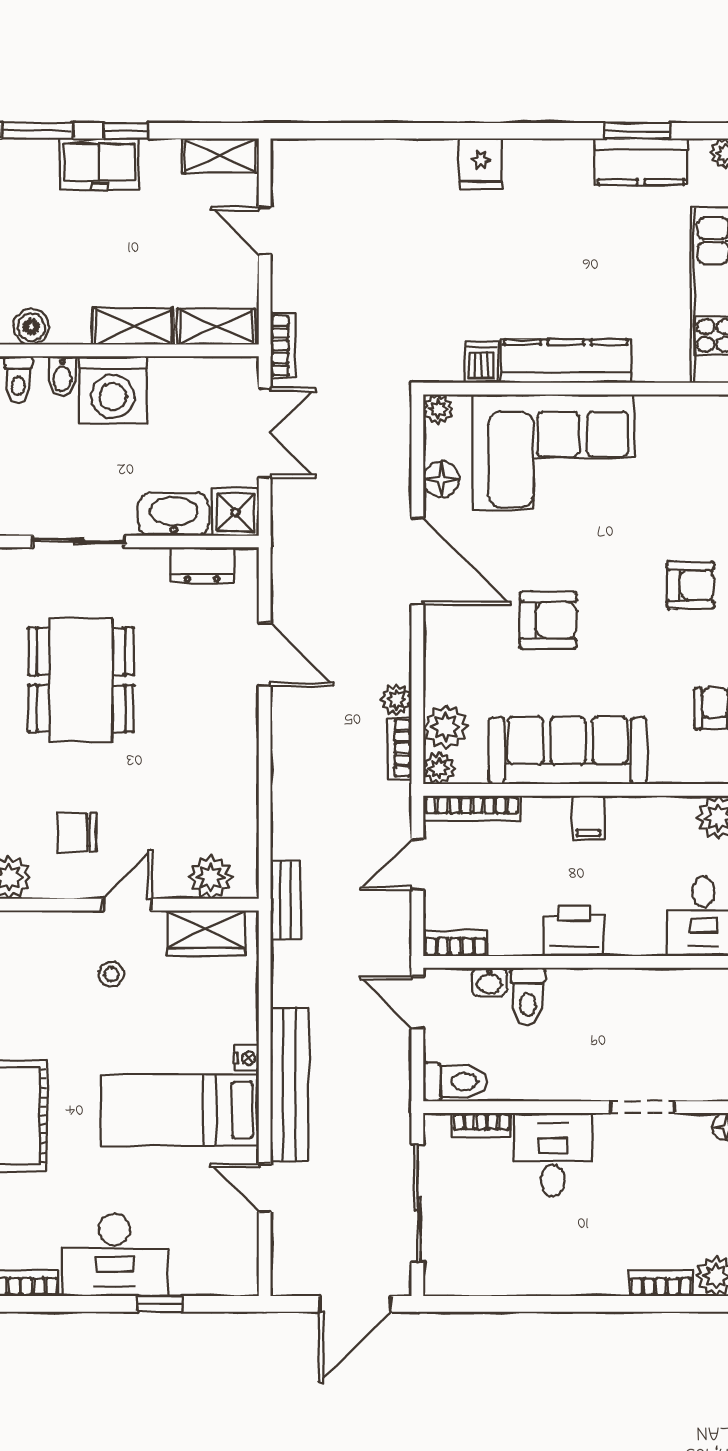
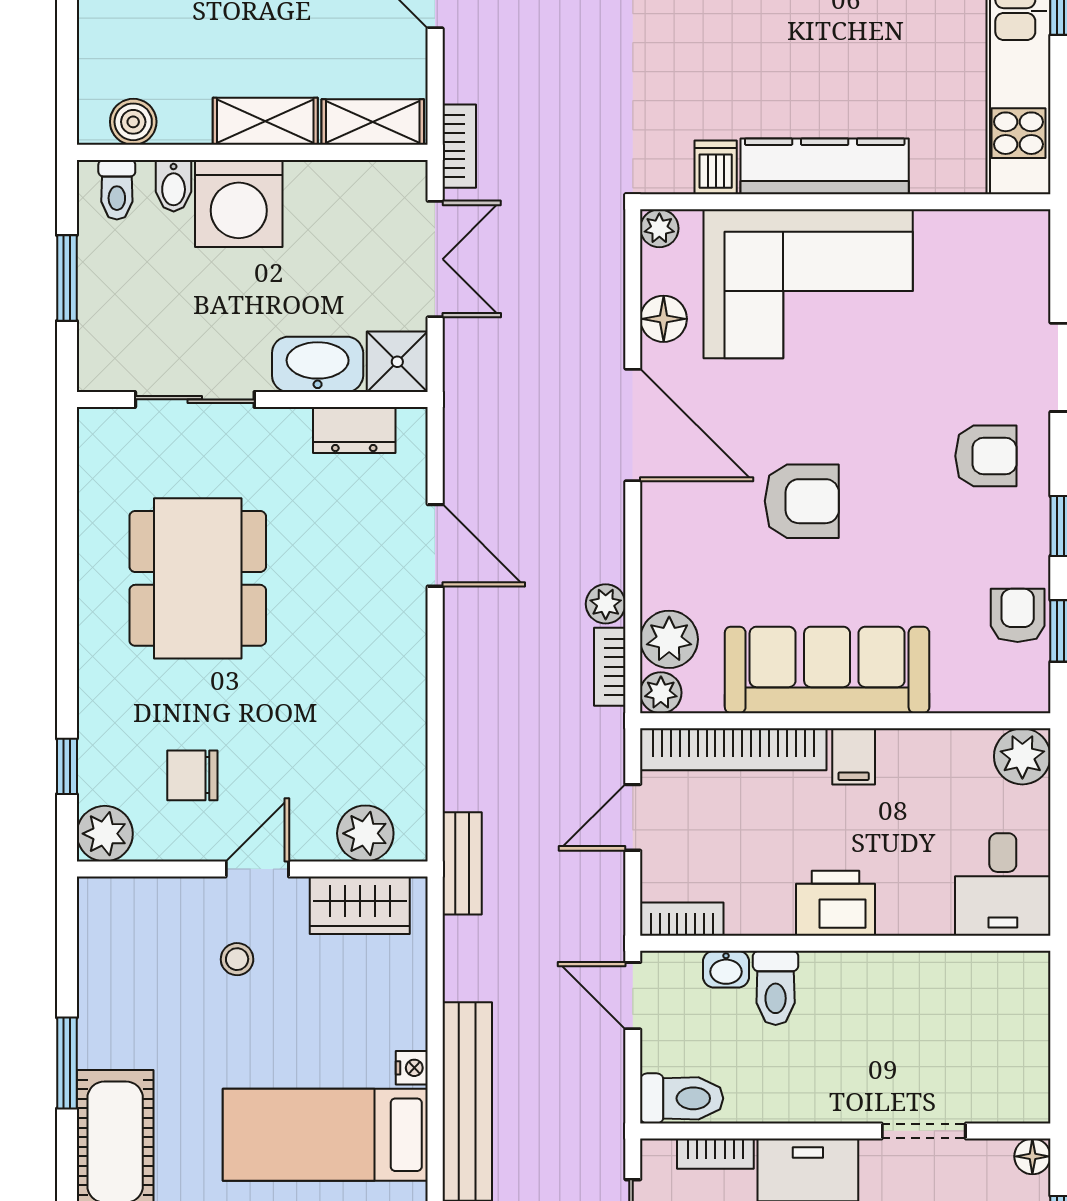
bookcase: (472, 808) -> (733, 749), width x1.48, depth x1.31

